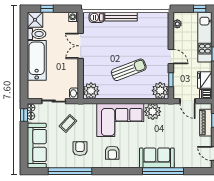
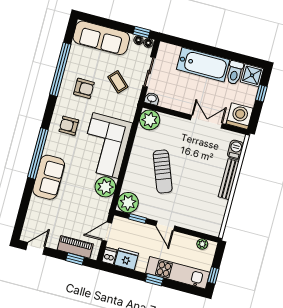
washing machine: (74, 17) -> (240, 116), width x1.89, depth x1.89
door: (171, 57) -> (165, 226), hinge flipped
window: (163, 171) -> (38, 154), moved

